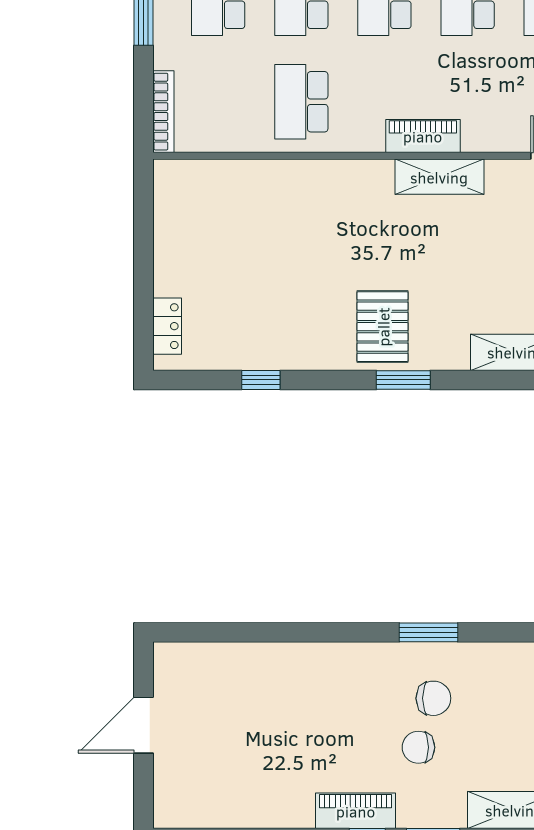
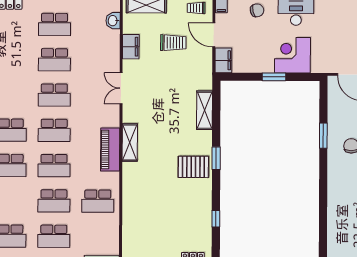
piano: (423, 136) -> (110, 149), width x1.37, depth x1.33
window: (429, 632) -> (323, 136), moved

